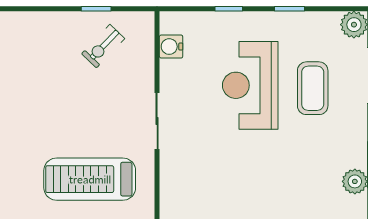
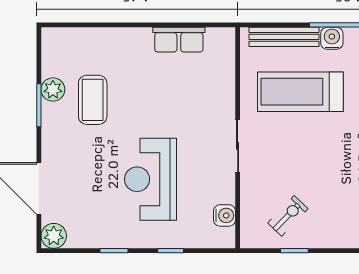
reception desk: (250, 85) -> (151, 179), turned 180
coffee table: (313, 88) -> (93, 100), moved
treadmill: (90, 179) -> (300, 92), turned 180

